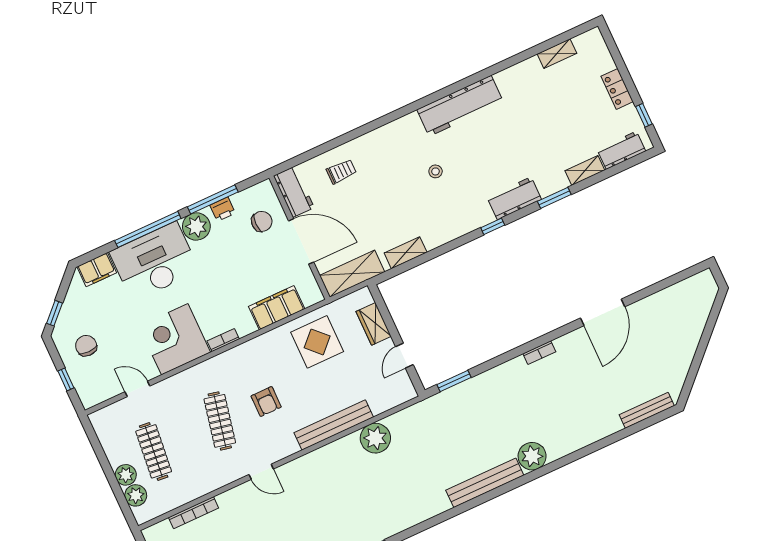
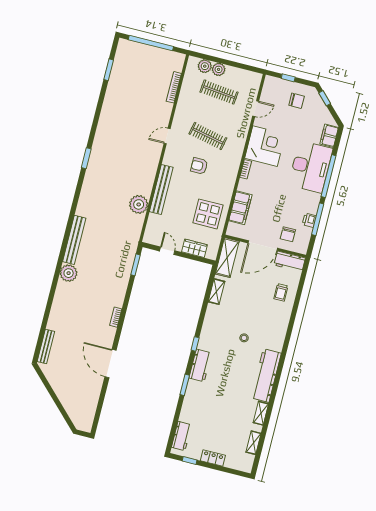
shelving: (585, 171) -> (261, 413), moved
plant: (196, 226) -> (311, 201), removed

